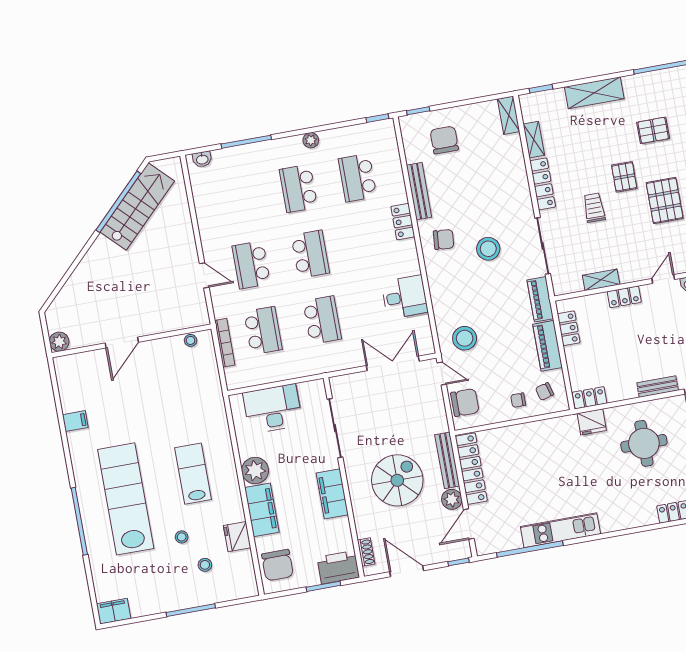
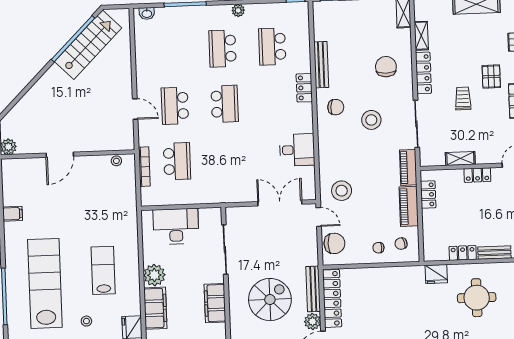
chair: (444, 140) -> (386, 67), moved
school desk: (322, 320) -> (227, 159), removed
locker: (590, 398) -> (463, 253), moved

